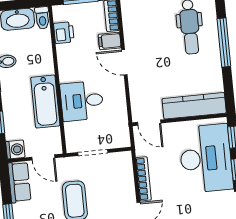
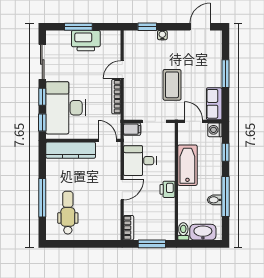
printer: (64, 33) -> (167, 189), moved
filing cabinet: (110, 41) -> (132, 129), moved
door: (124, 62) -> (122, 190), hinge flipped
desk: (82, 101) -> (140, 161), moved, turned 180

